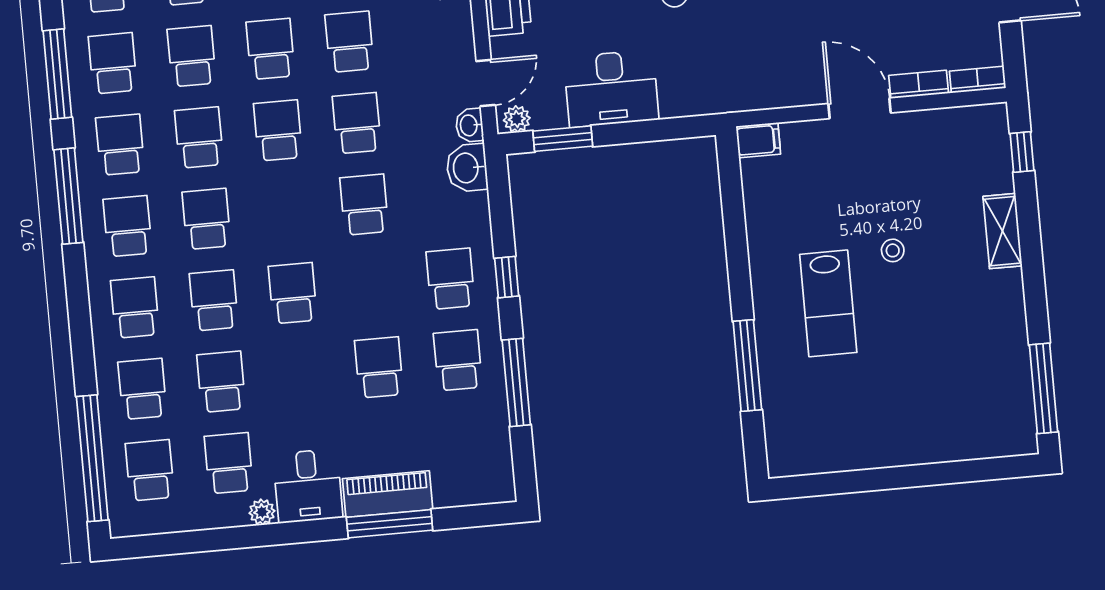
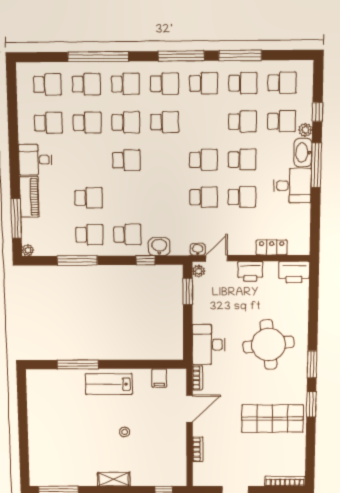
bookcase: (978, 80) -> (197, 378), moved
door: (486, 83) -> (217, 258), swing flipped
desk: (611, 88) -> (209, 345), moved
door: (860, 108) -> (189, 409), moved
school desk: (199, 138) -> (204, 122), removed
filing cabinet: (758, 140) -> (159, 378), moved
washbasin: (467, 168) -> (159, 246), moved
school desk: (364, 205) -> (165, 197), removed
shelving: (1003, 231) -> (114, 479), moved
window: (507, 277) -> (145, 260), moved
lab bench: (828, 303) -> (109, 384), moved
window: (92, 458) -> (98, 57), moved
plant: (262, 512) -> (28, 250), moved
window: (390, 524) -> (16, 219), moved

